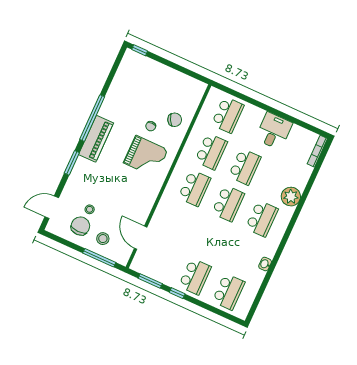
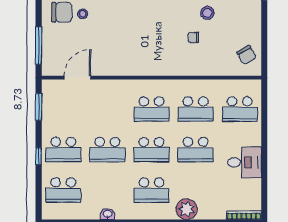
chair: (175, 120) -> (247, 55), moved
grand piano: (146, 156) -> (161, 46), removed
stool: (103, 239) -> (207, 13), moved
school desk: (211, 240) -> (107, 150), added
window: (177, 293) -> (39, 156), moved

